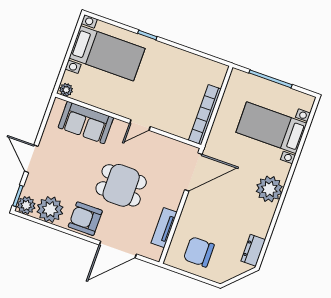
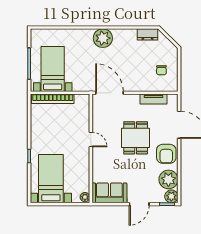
bookcase: (205, 115) -> (53, 99), moved
sofa: (86, 123) -> (109, 193), moved, turned -90
bed with nightstands: (271, 128) -> (53, 69), moved, turned 180
chair: (199, 252) -> (161, 70), width x0.54, depth x0.54

